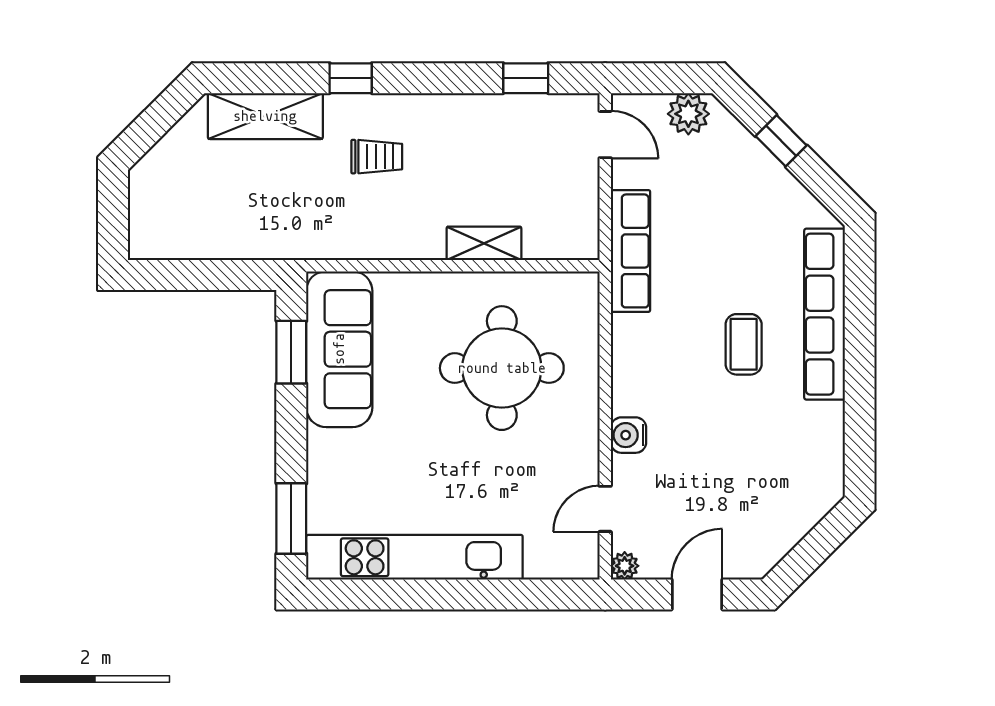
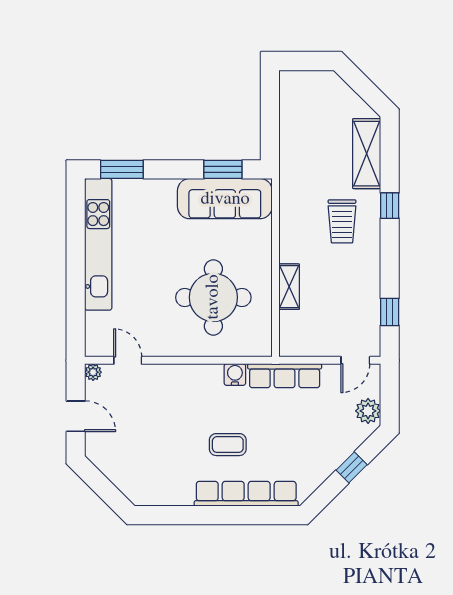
trolley: (377, 157) -> (342, 221), width x1.36, depth x1.39
water cooler: (628, 435) -> (235, 375), moved

